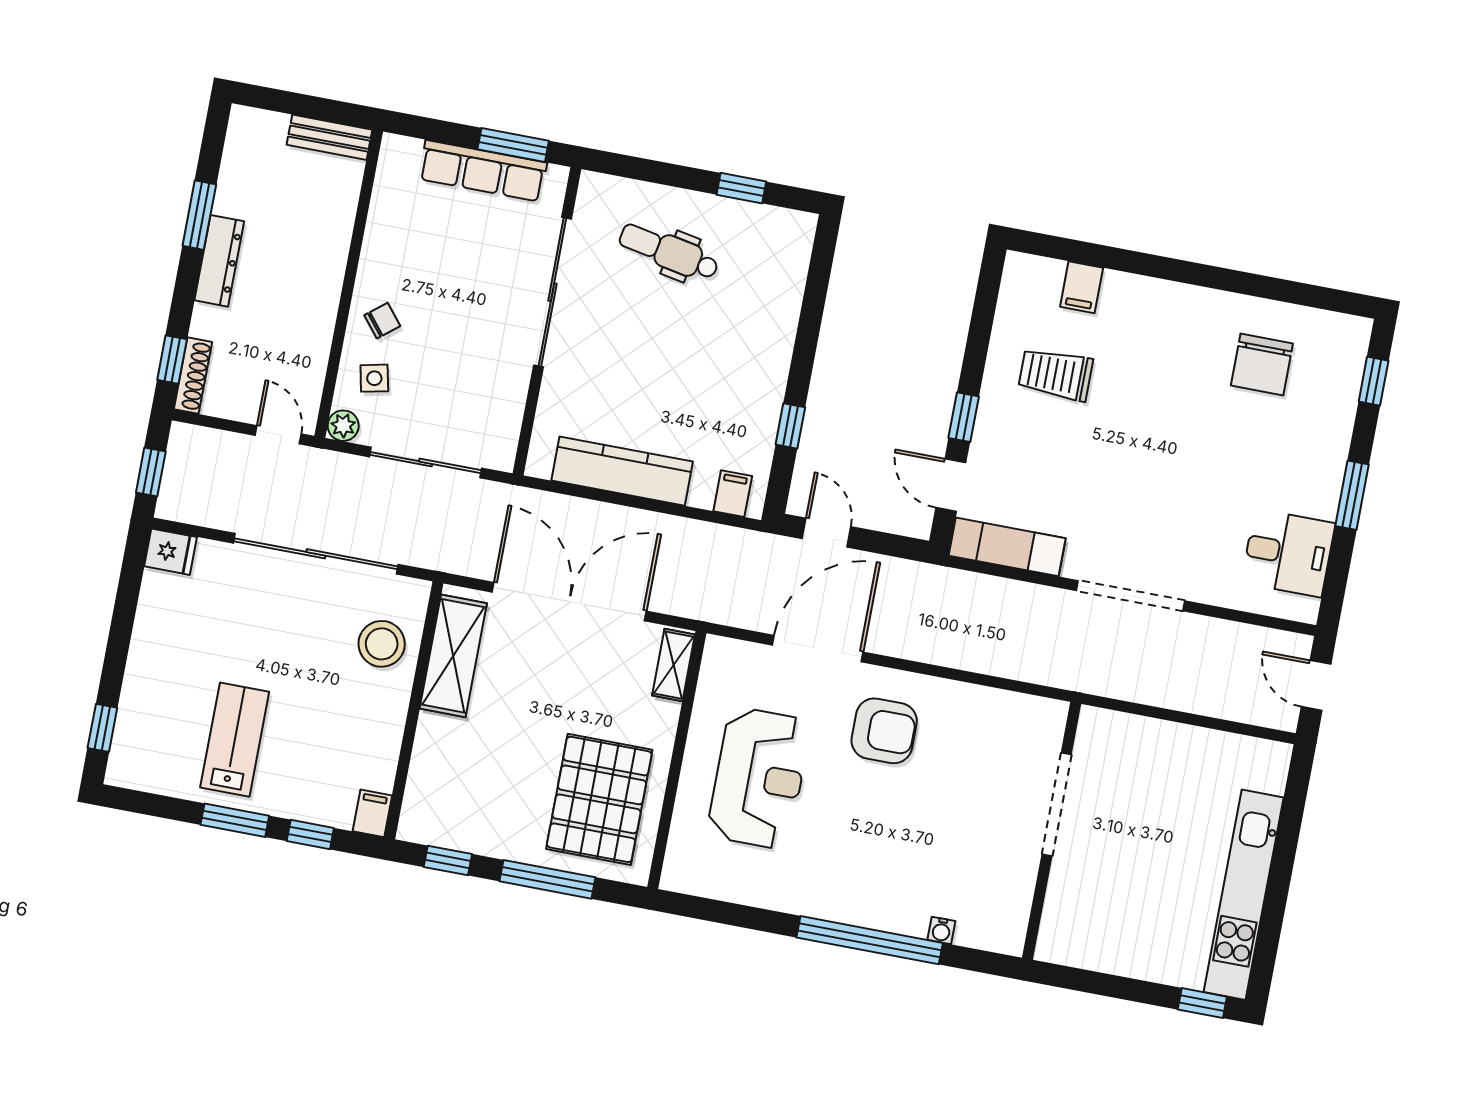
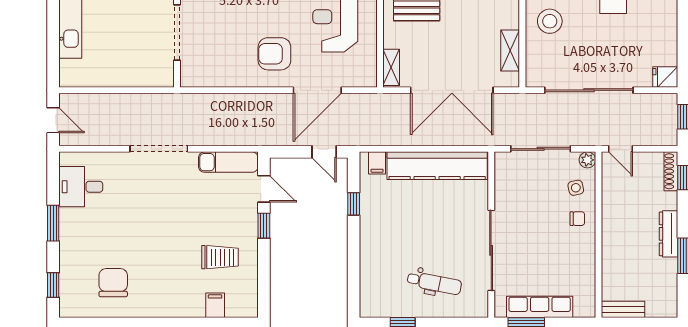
chair: (382, 321) -> (577, 219), turned -141
kitchen counter: (622, 471) -> (437, 166), width x1.39, depth x1.17
stool: (382, 644) -> (550, 21), moved
shelving: (453, 656) -> (510, 50), width x0.67, depth x0.75

